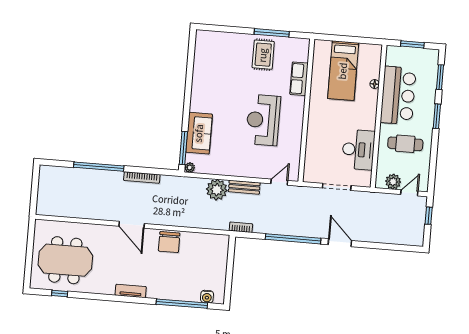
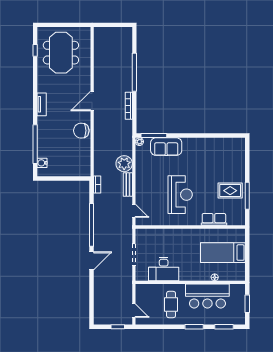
reception desk: (263, 120) -> (180, 195), turned 90
plant: (393, 182) -> (141, 298), removed

